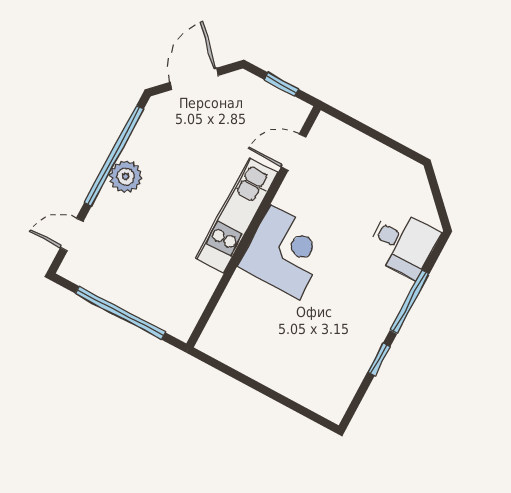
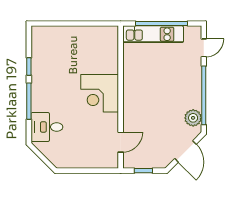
plant: (126, 177) -> (193, 118), moved
kitchen unit: (237, 215) -> (153, 34), moved, turned 90

